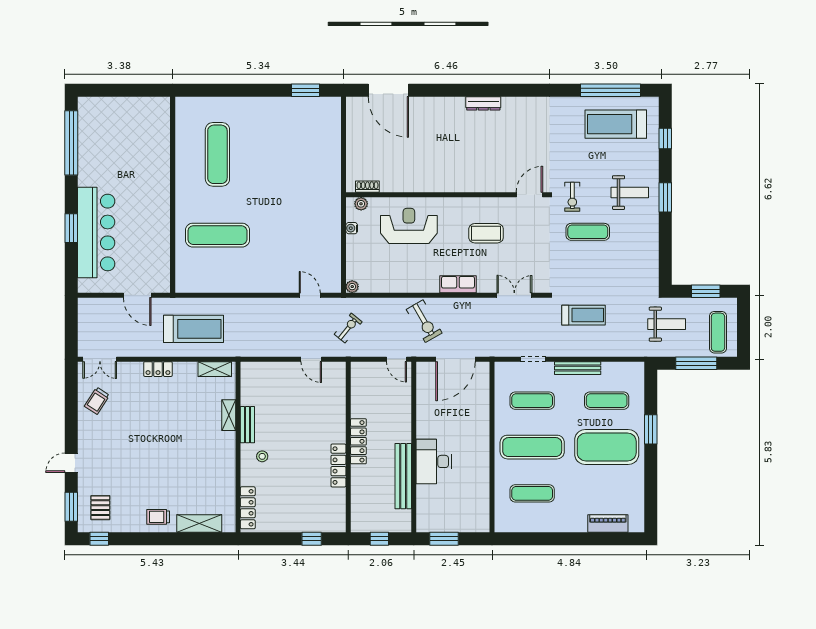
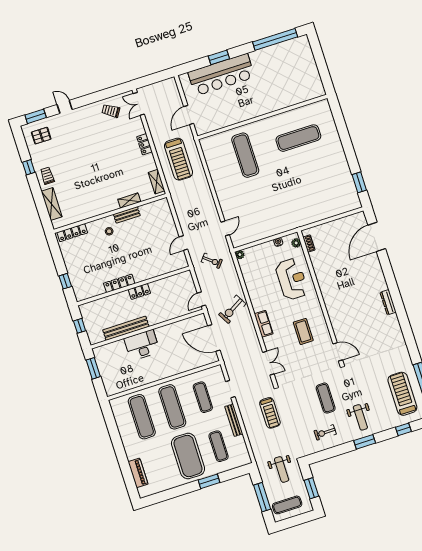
exercise bike: (572, 197) -> (325, 432), moved
locker: (358, 441) -> (139, 291), width x0.66
exercise mat: (532, 493) -> (142, 417), width x1.36, depth x1.45
window: (99, 539) -> (29, 167), moved

